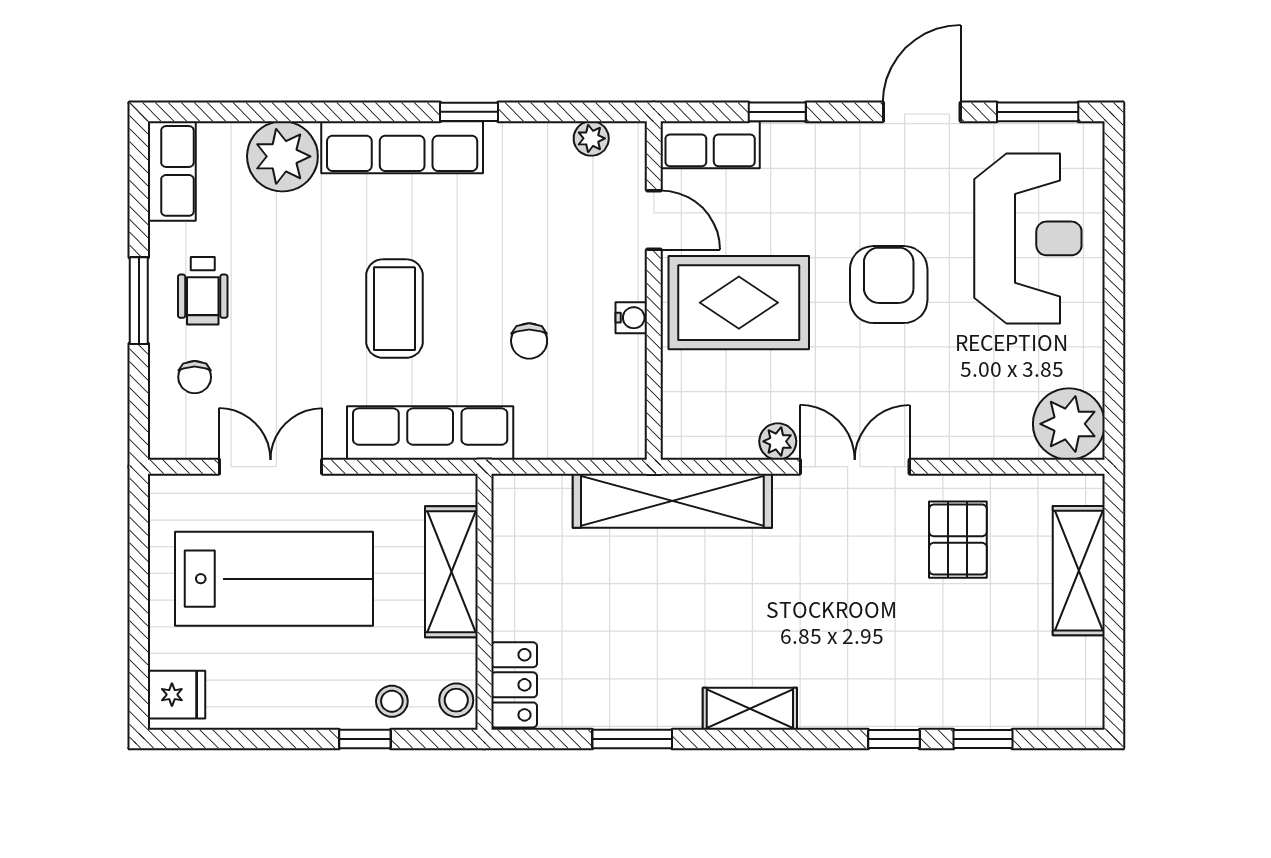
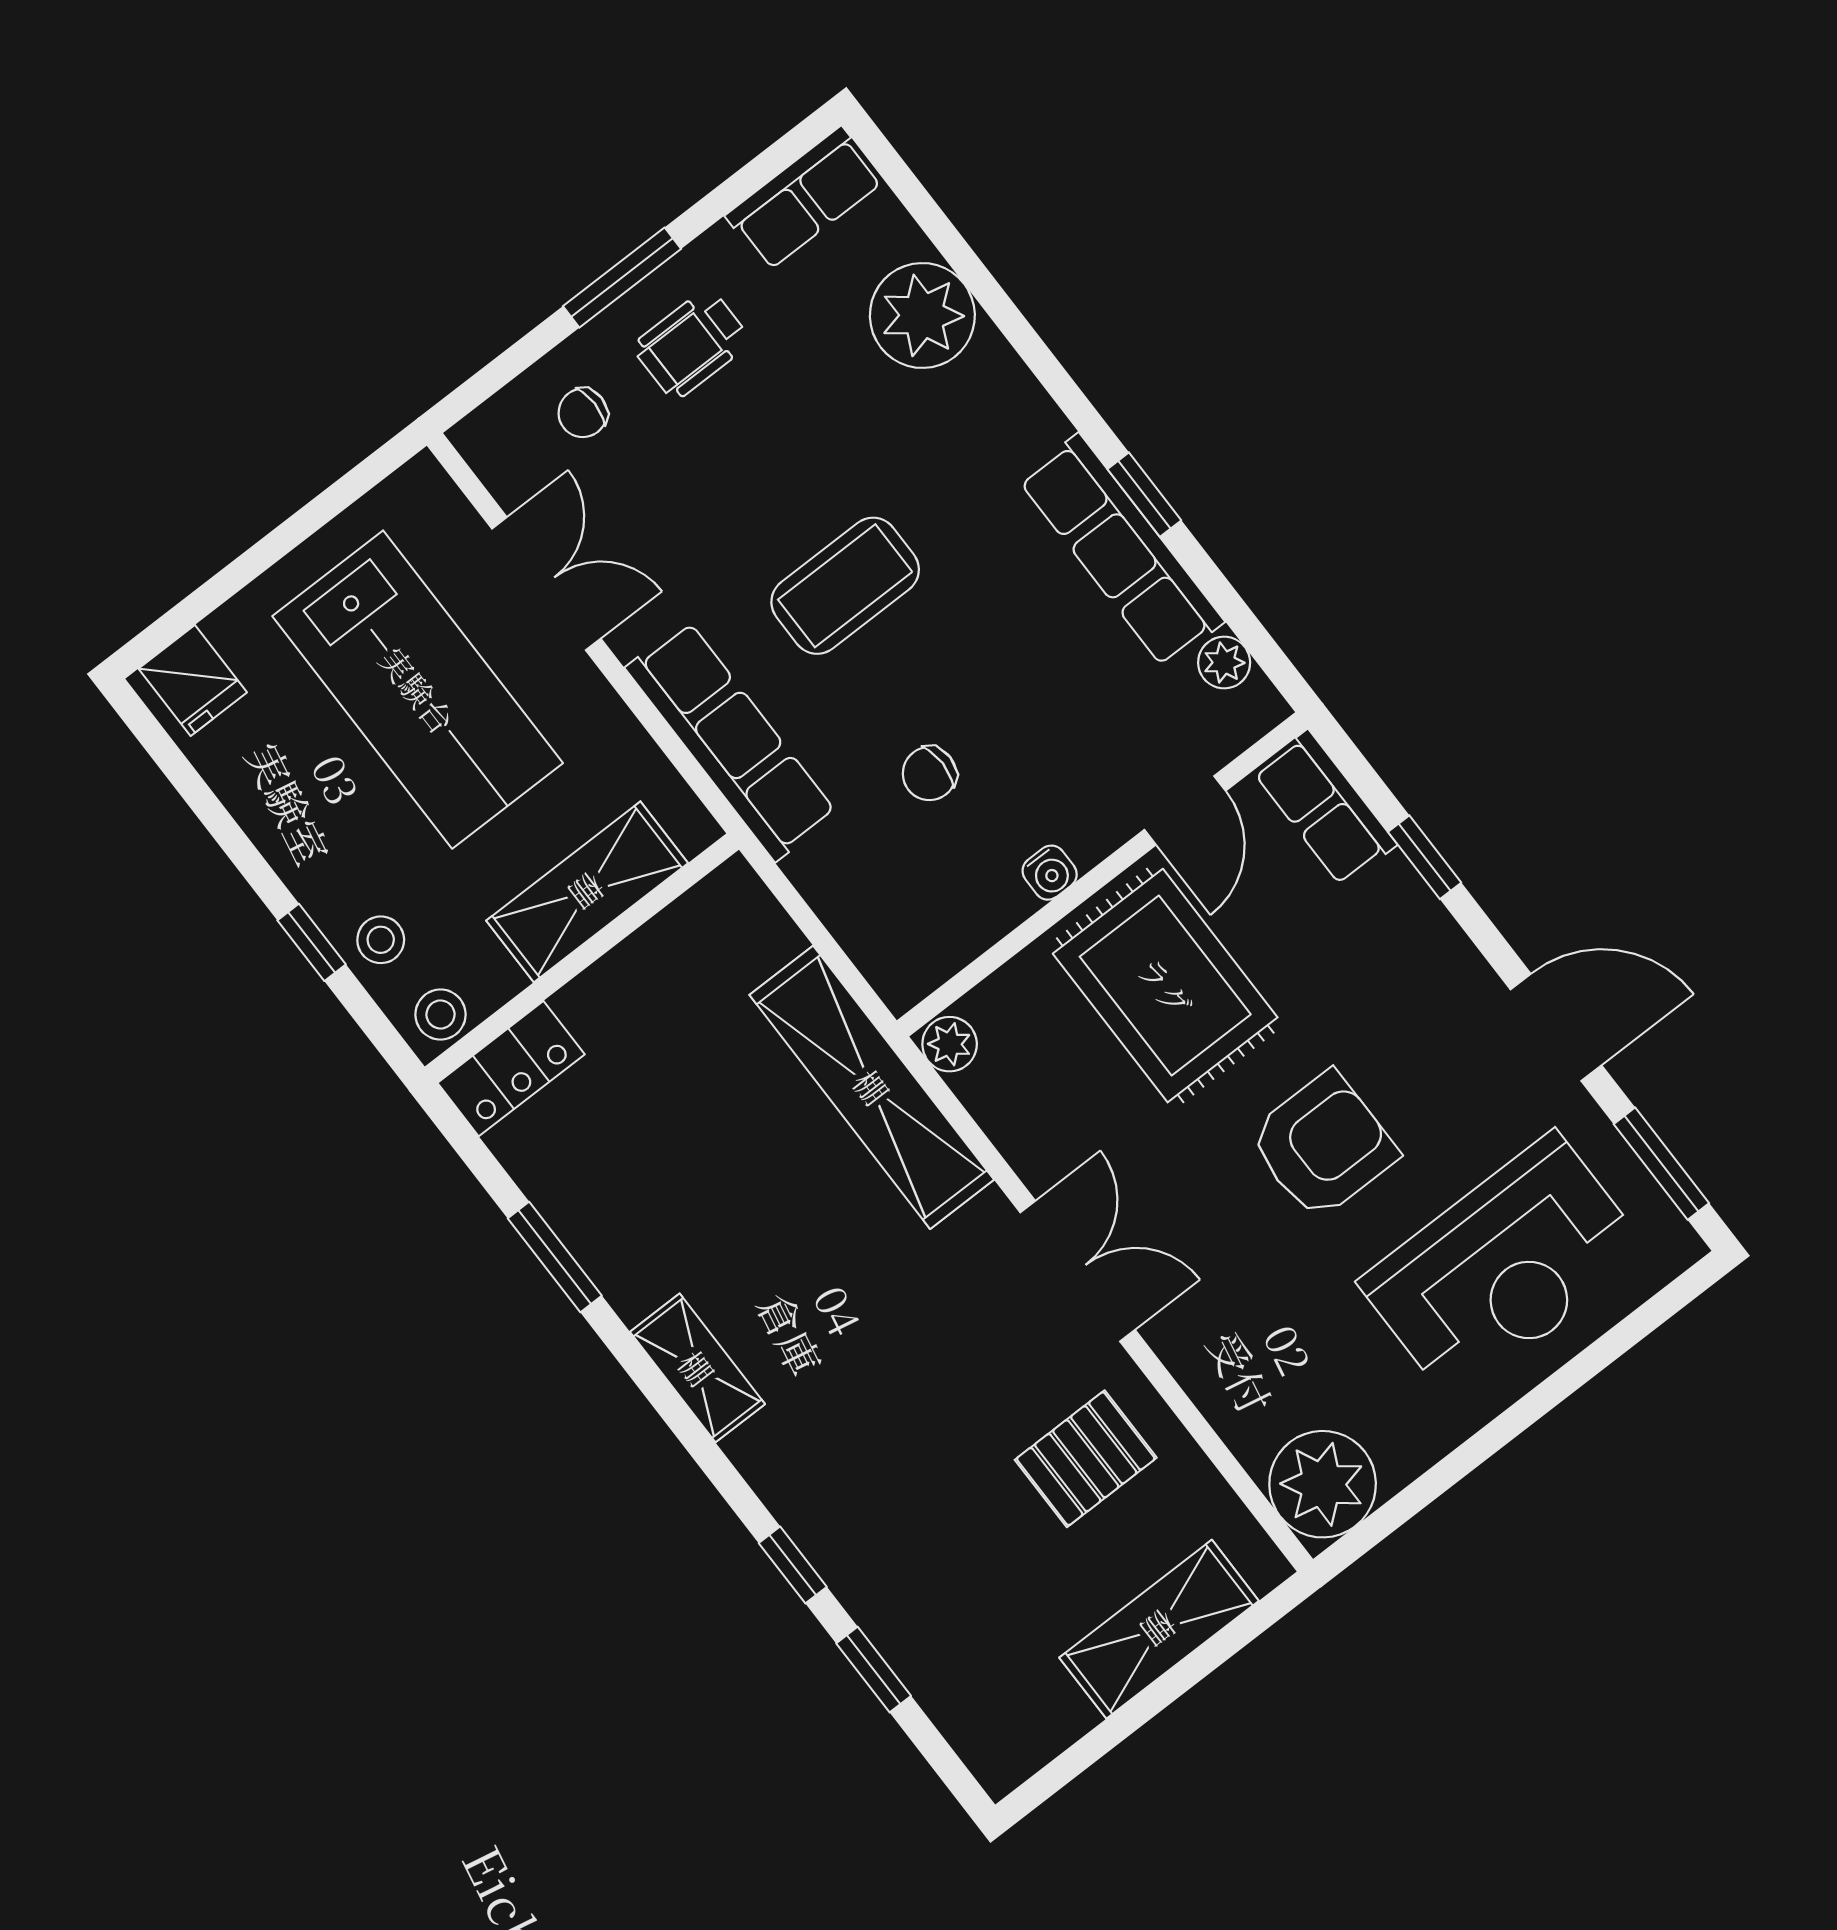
row of seats: (402, 147) -> (1121, 551), moved
plant: (778, 441) -> (950, 1044), moved

